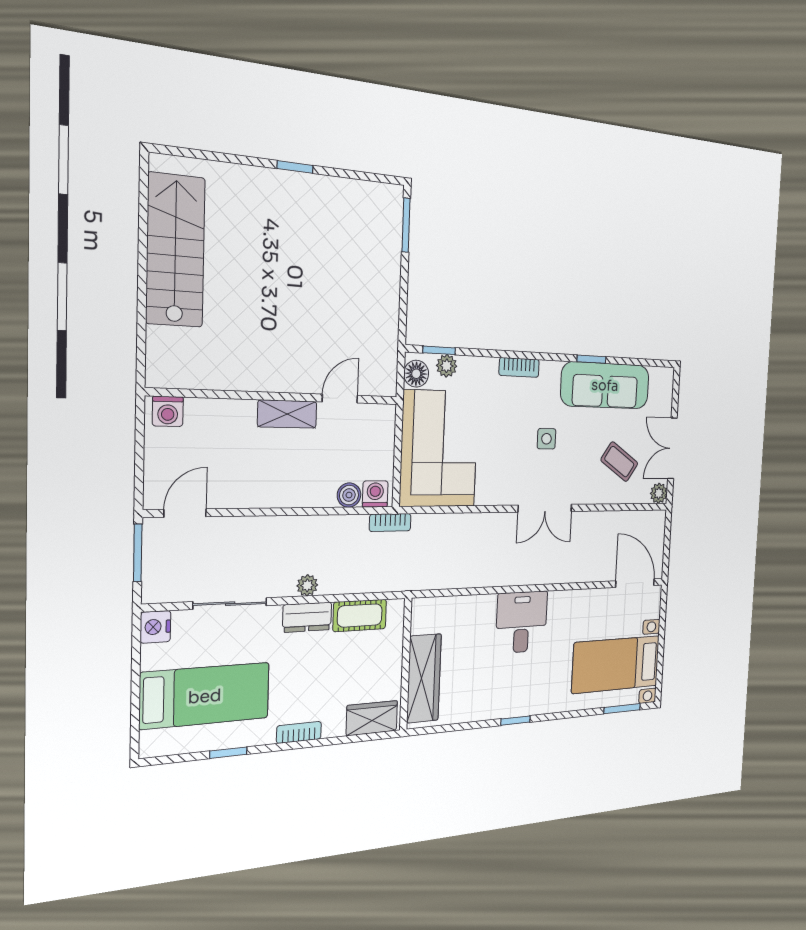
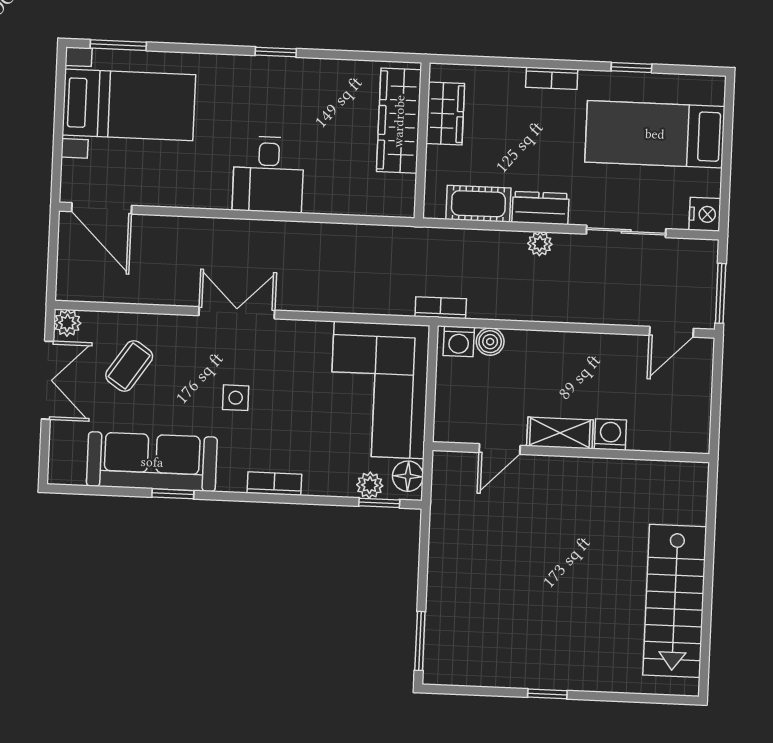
washing machine: (168, 411) -> (610, 435), moved
coffee table: (619, 462) -> (129, 366), turned 90
wardrobe: (372, 718) -> (445, 114), moved, turned -90

